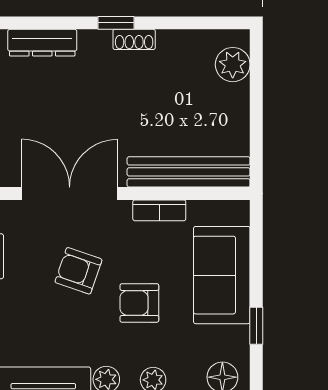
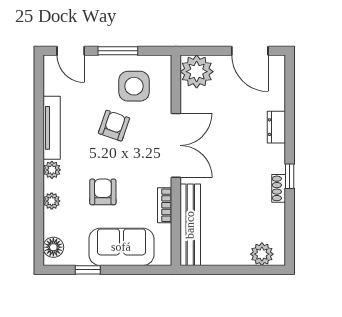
dresser: (42, 43) -> (276, 127), width x0.70
armchair: (79, 271) -> (114, 126), moved

